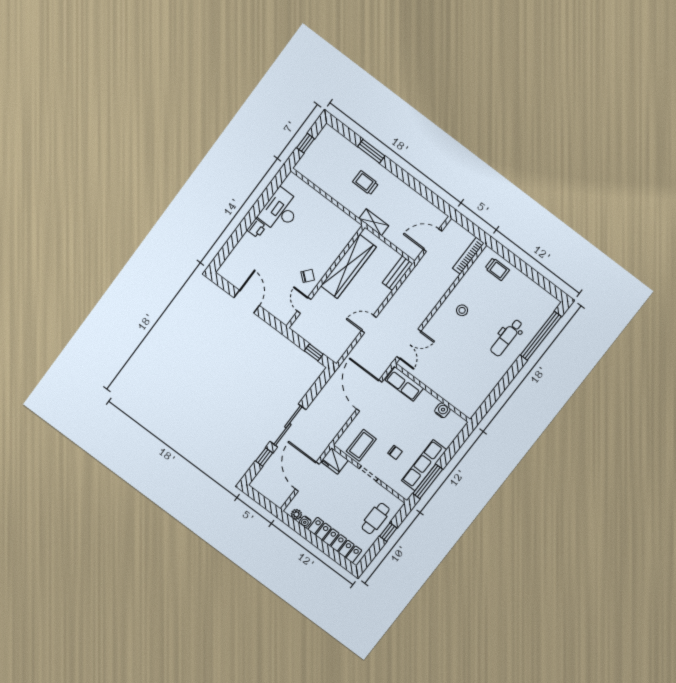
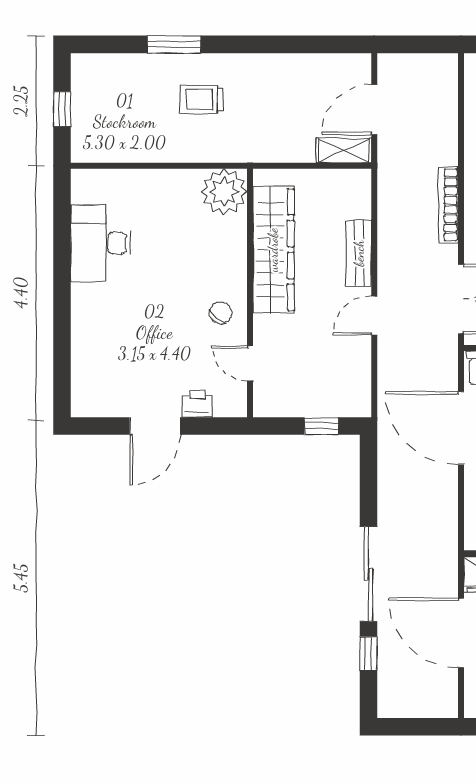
shelving: (374, 222) -> (344, 151), moved
printer: (257, 228) -> (197, 404), moved, turned -90
plant: (346, 228) -> (224, 192), added
bookcase: (468, 256) -> (448, 205), moved
bench: (398, 273) -> (359, 253), moved
door: (247, 302) -> (155, 426), swing flipped

